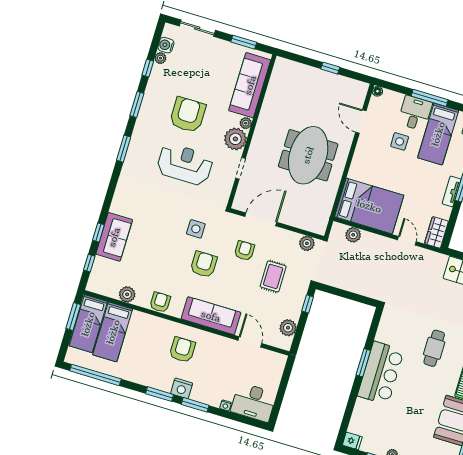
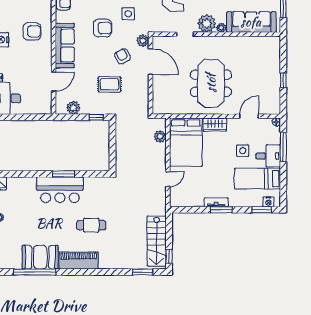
window: (430, 98) -> (283, 147), moved
meeting table: (308, 155) -> (211, 83), turned 90
wardrobe: (436, 232) -> (215, 125), moved, turned 180
plant: (307, 243) -> (143, 41), moved
armchair: (244, 251) -> (123, 56), turned -119

